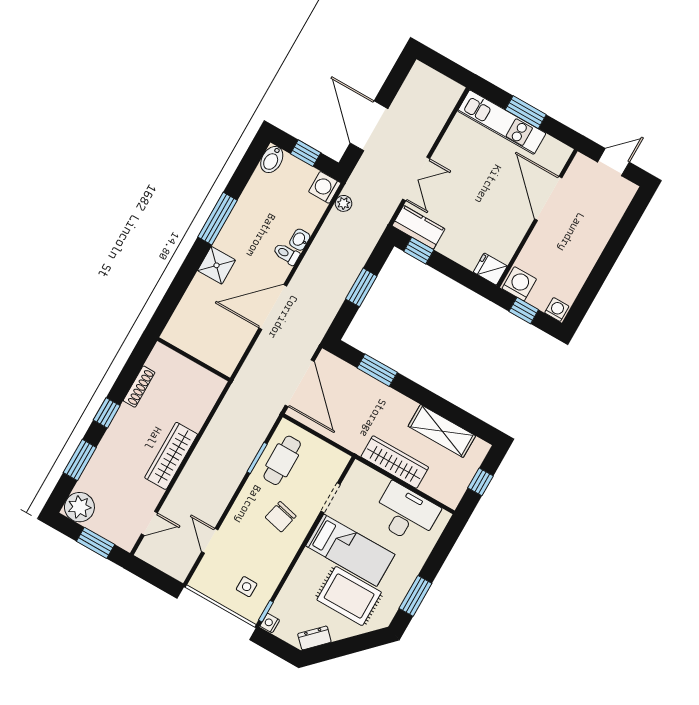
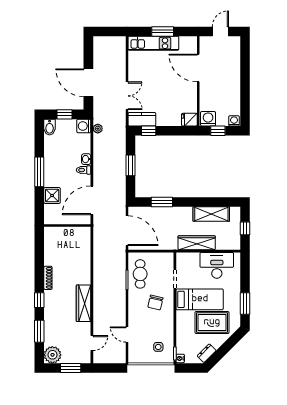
wall: (194, 359) -> (67, 225), moved

